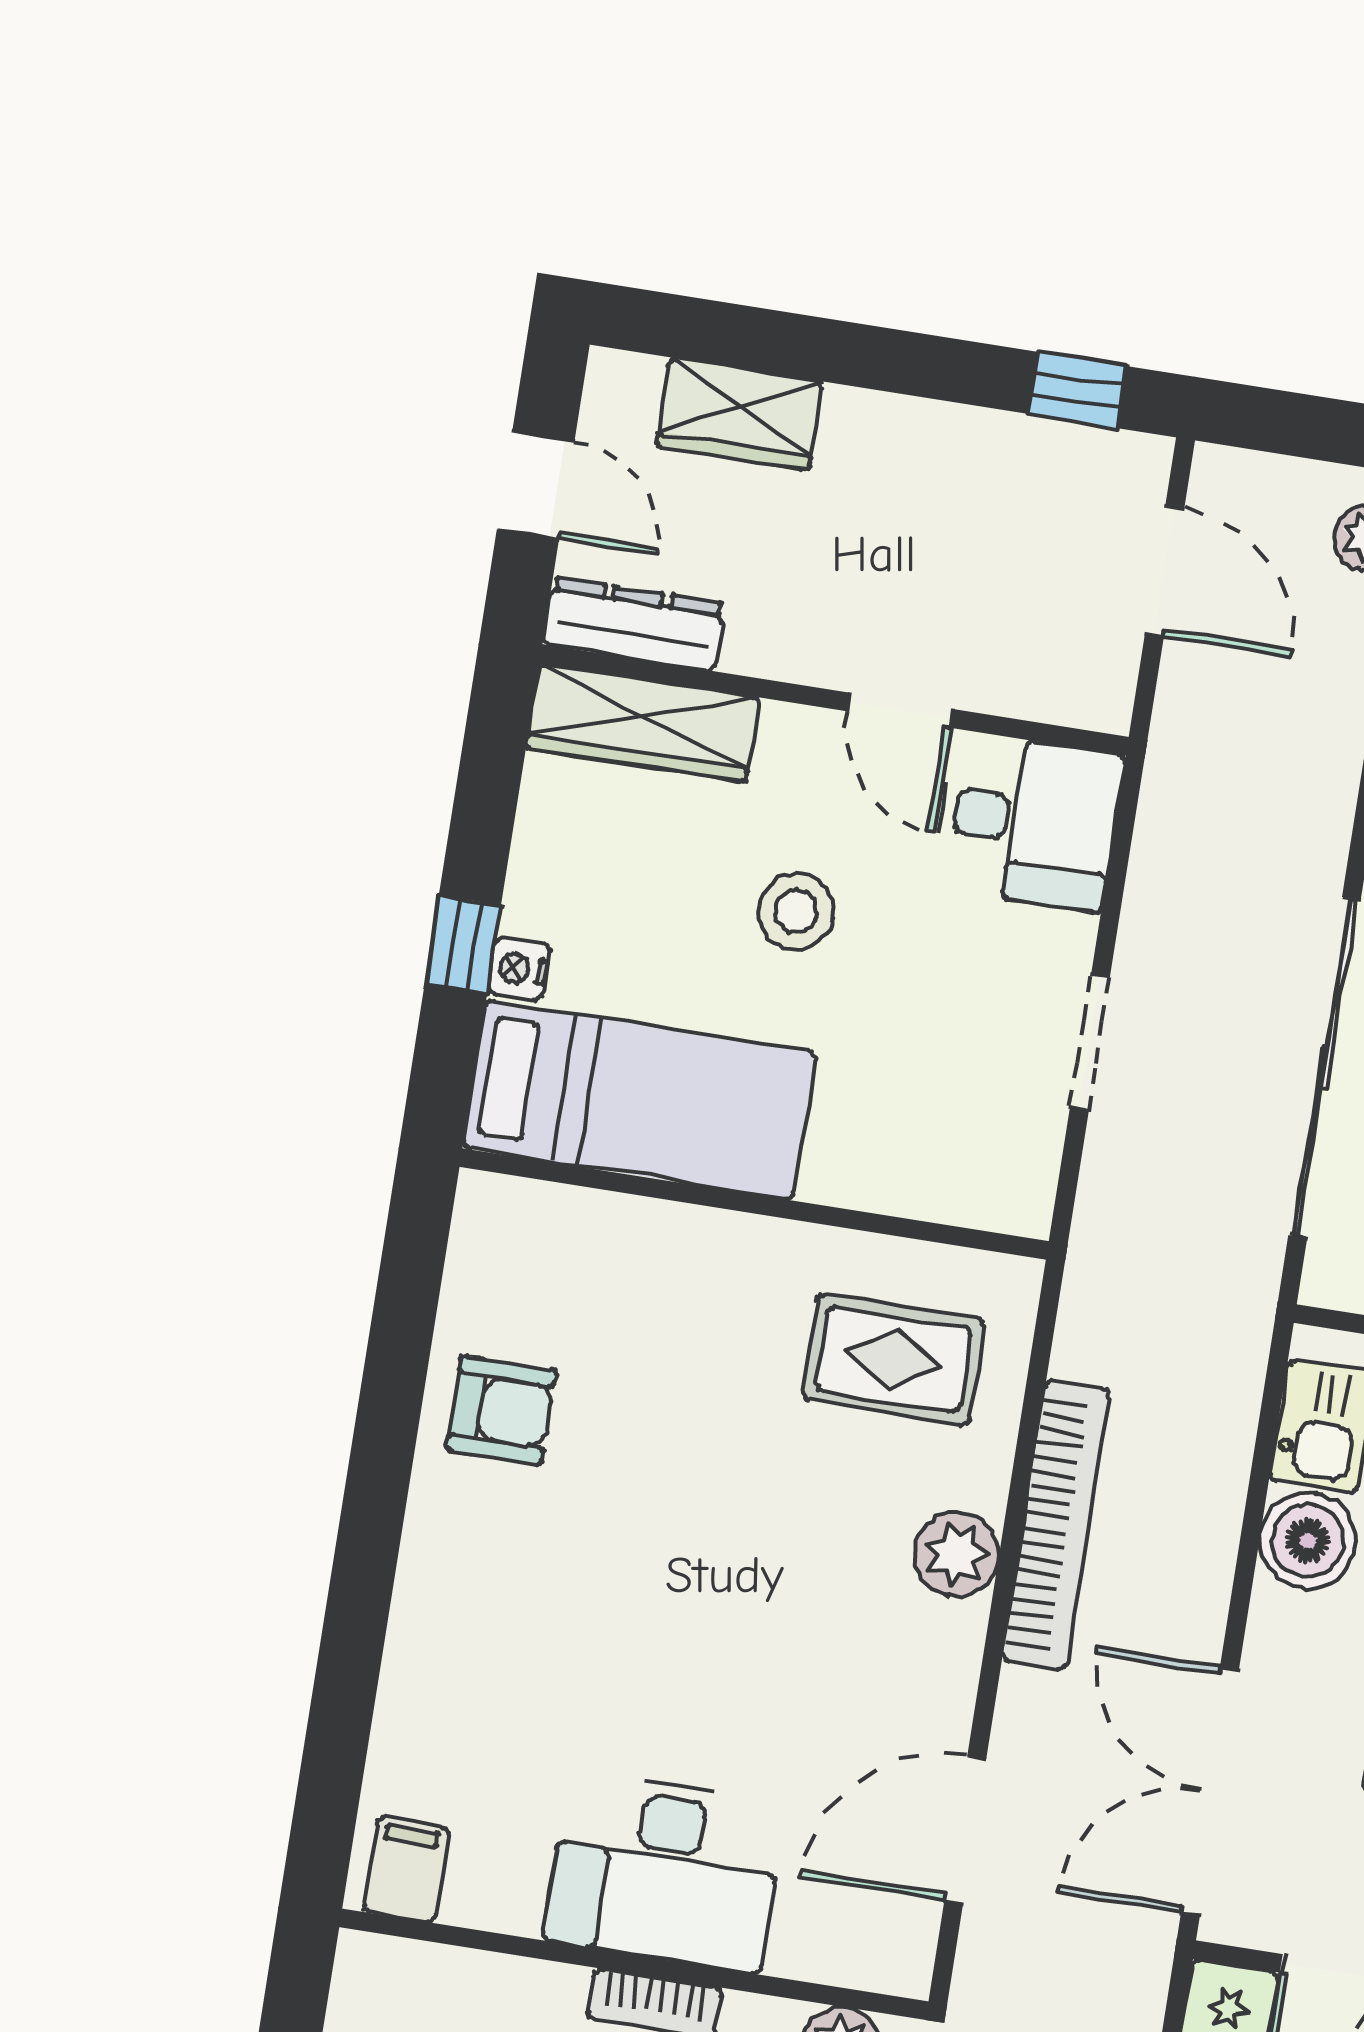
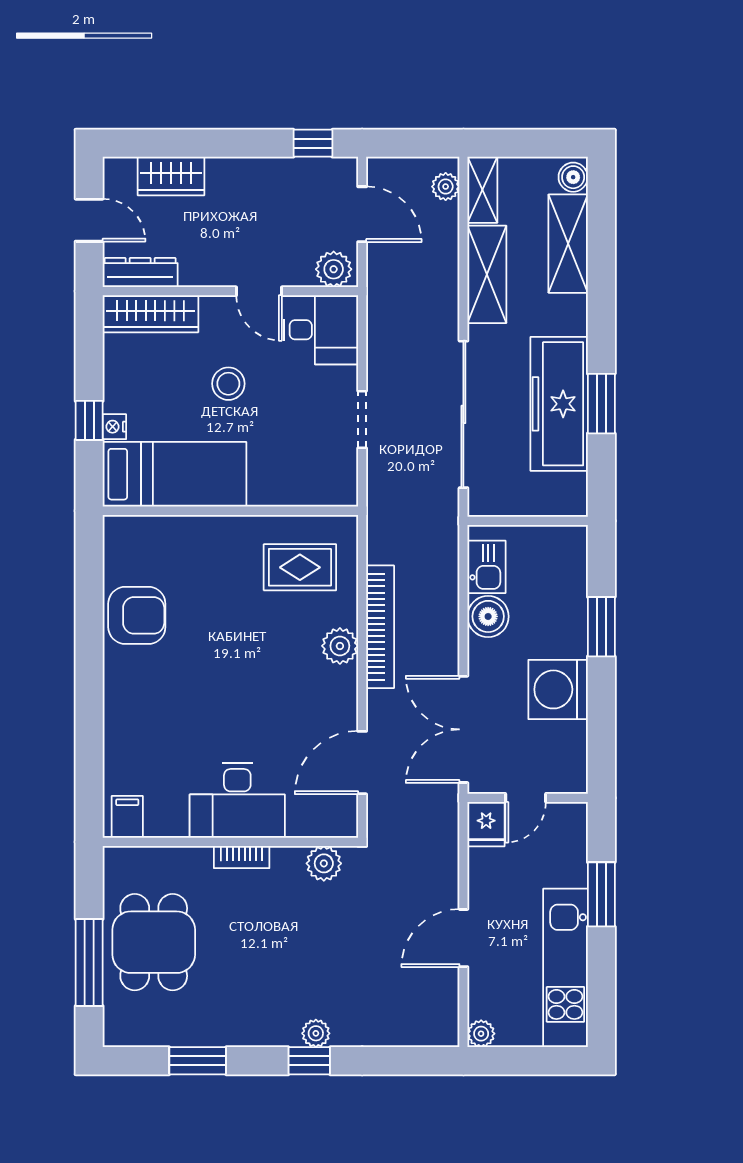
plant: (1079, 687) -> (334, 269), added
armchair: (501, 1410) -> (137, 615), width x1.38, depth x1.38

